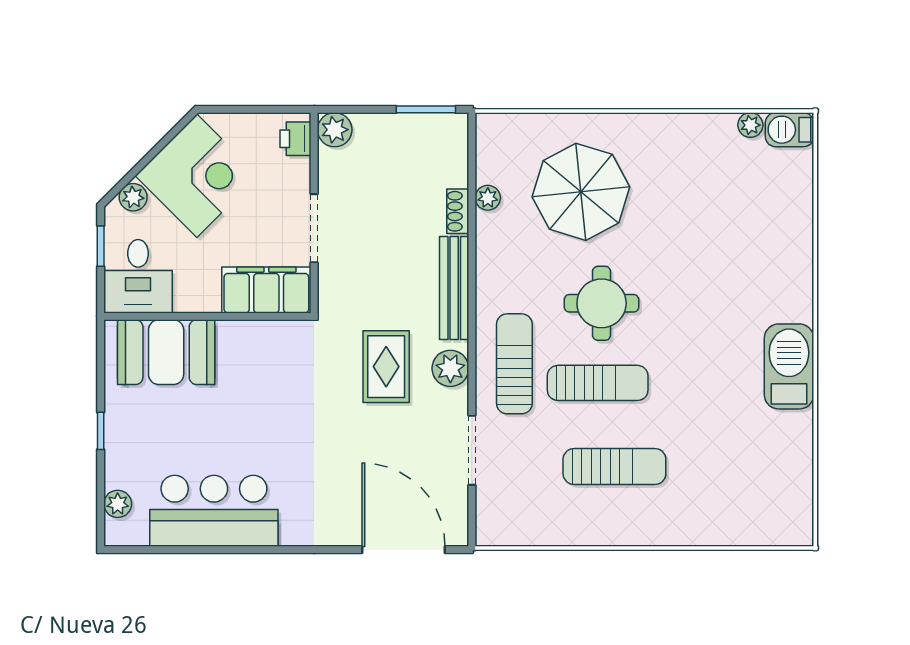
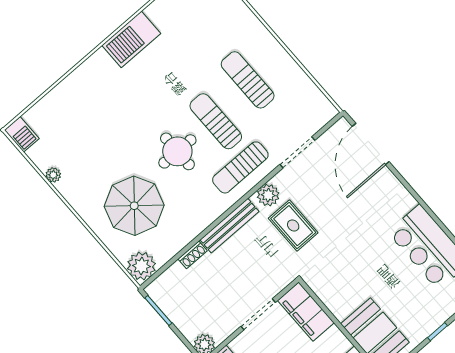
plant: (750, 125) -> (53, 175), moved
plant: (488, 198) -> (141, 266), moved, width x1.88, depth x1.88
rug: (386, 367) -> (293, 226), turned 90

